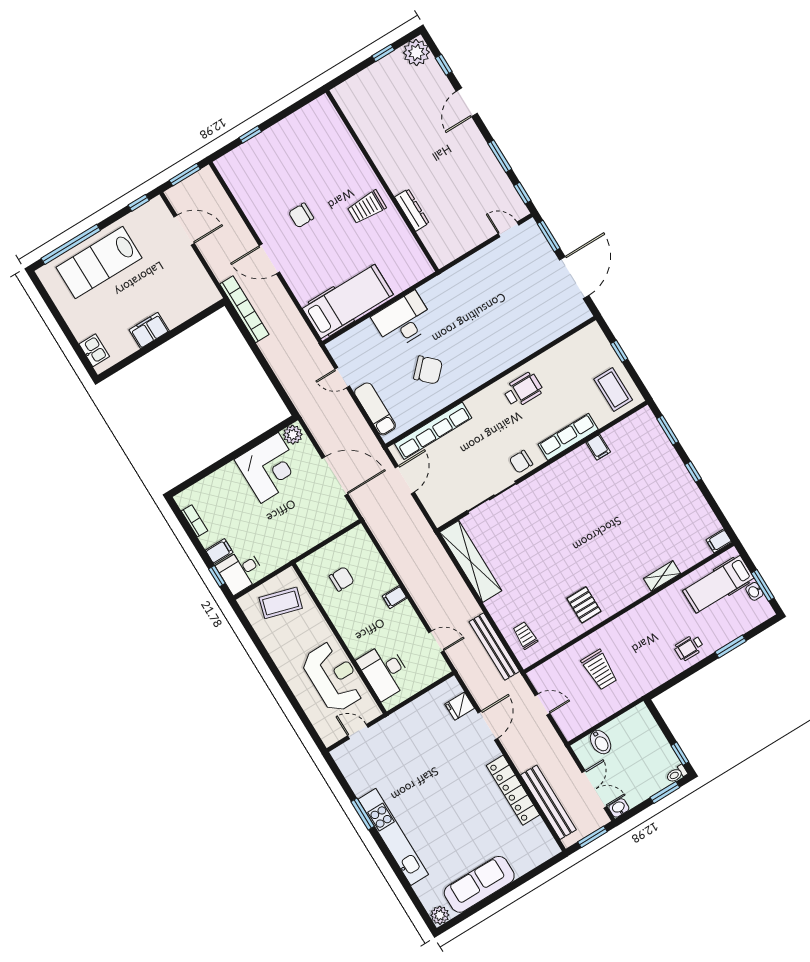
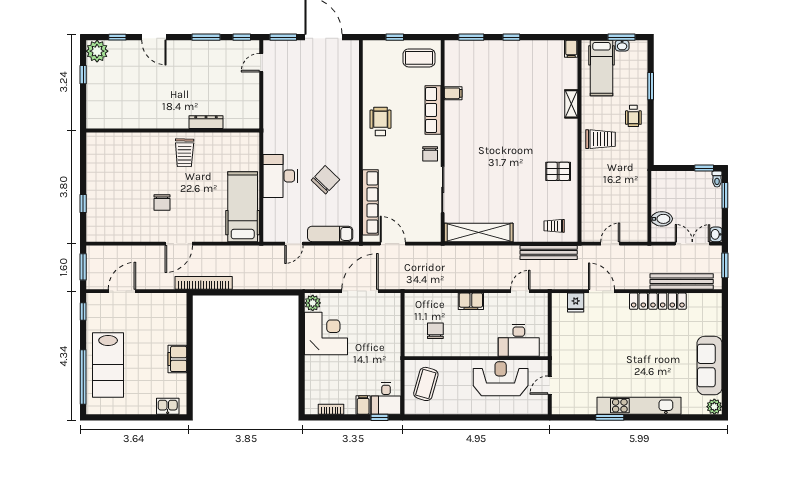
filing cabinet: (395, 597) -> (471, 301), width x2.00
trolley: (600, 670) -> (601, 139), moved

